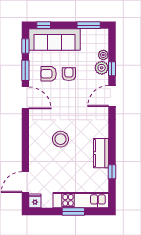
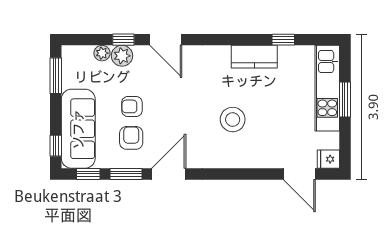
armchair: (49, 74) -> (131, 138), turned 180

